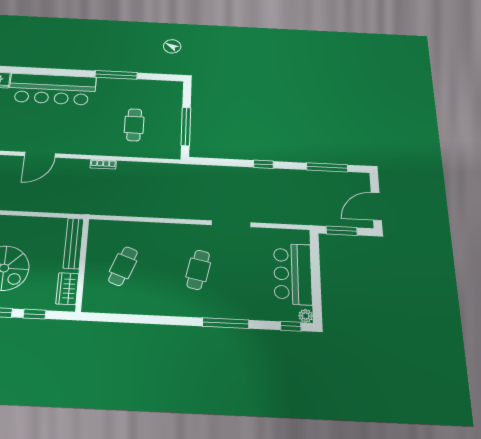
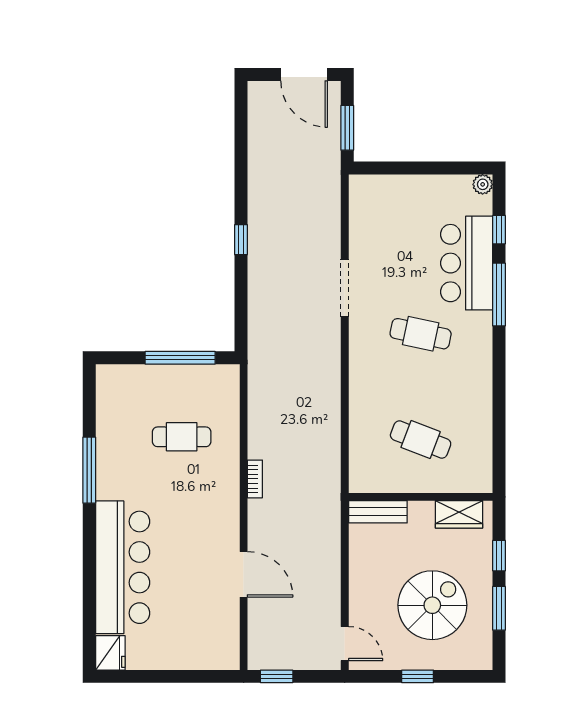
window: (327, 167) -> (241, 144), removed
bench: (74, 243) -> (378, 512), width x0.73
bar counter: (293, 274) -> (467, 263), moved, turned 90
window: (291, 326) -> (499, 230), moved

